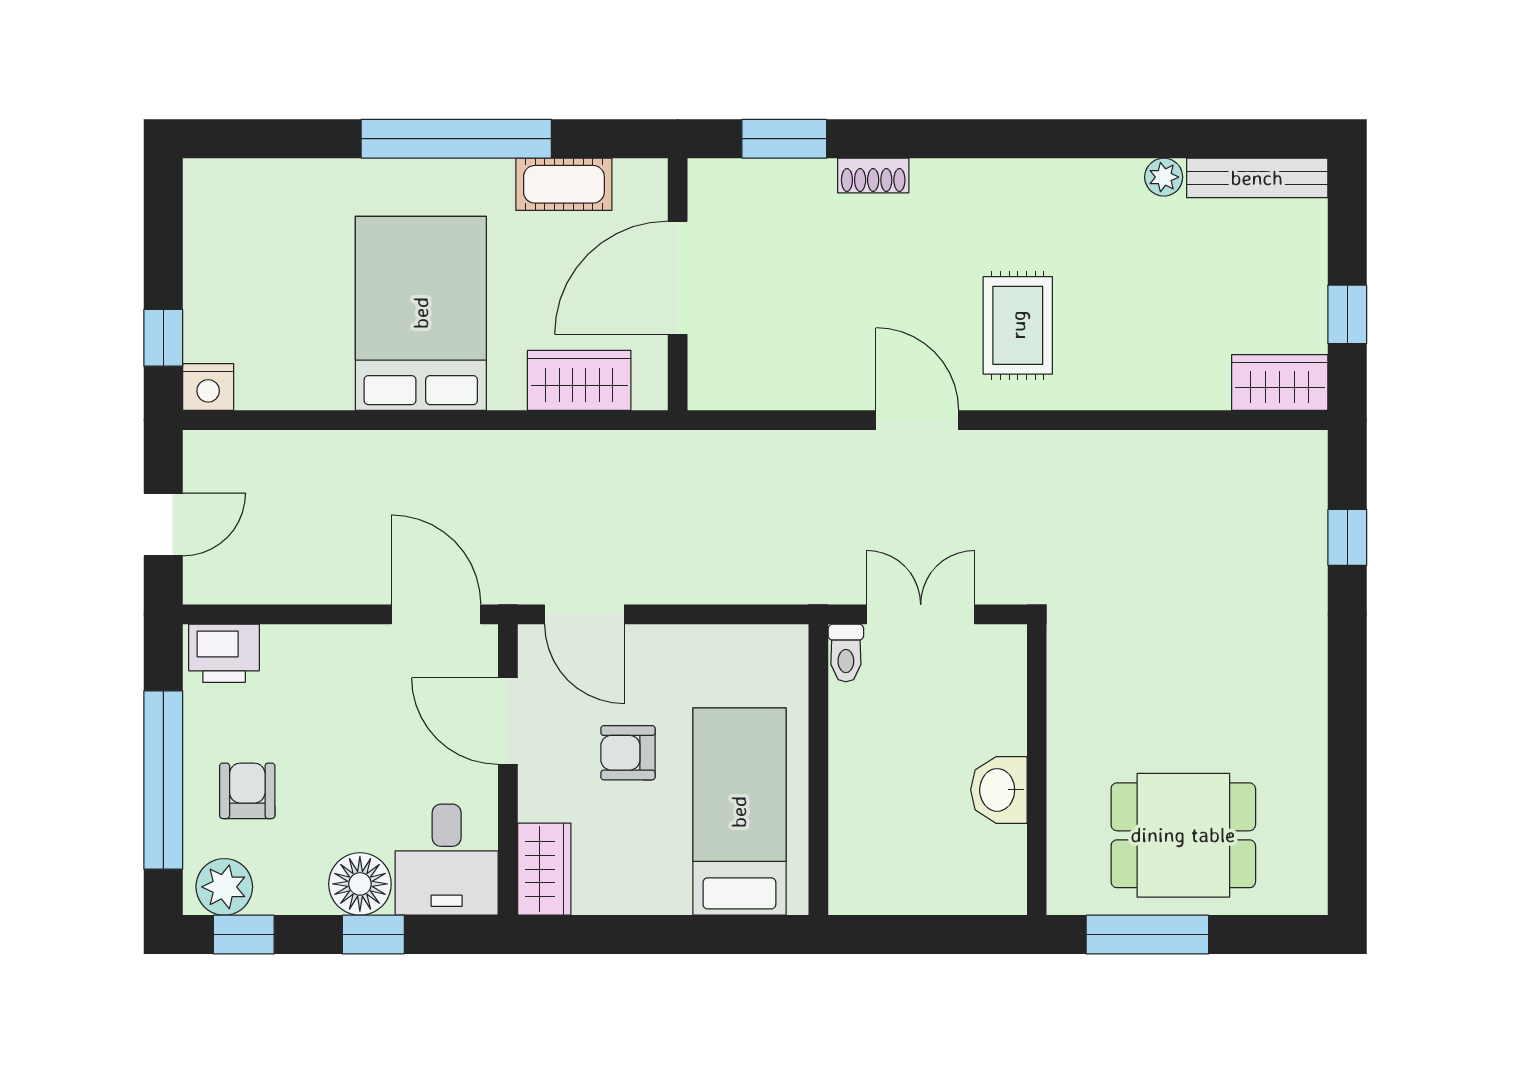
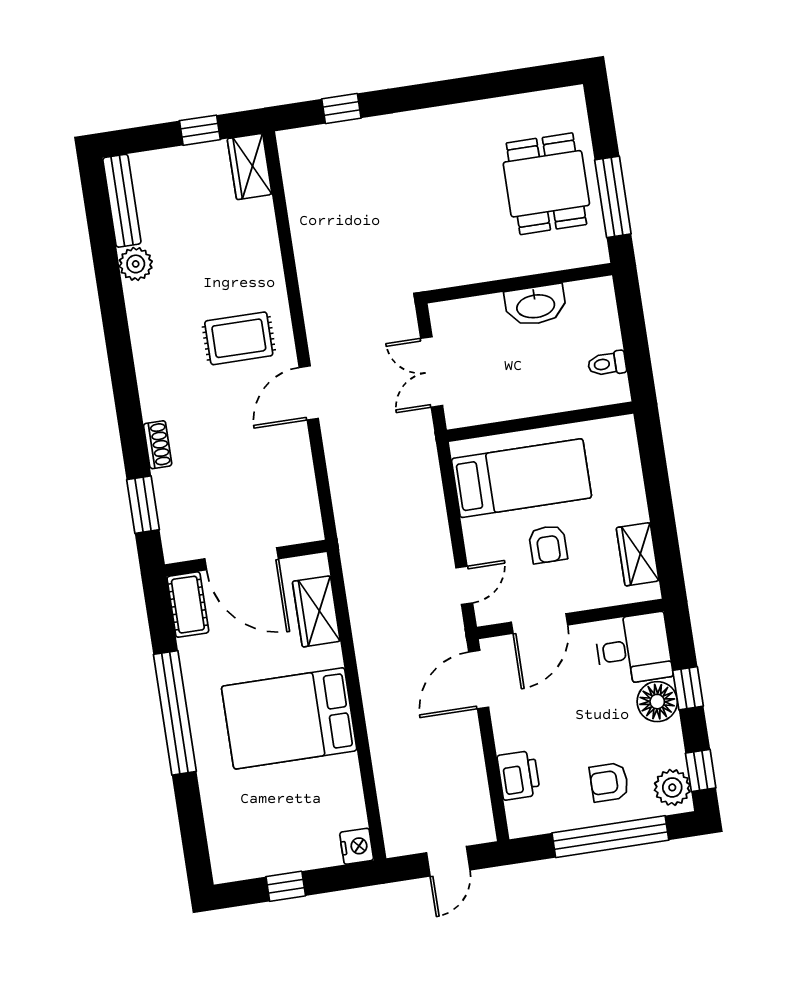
plant: (1164, 177) -> (136, 264), width x1.38, depth x1.38
cot: (564, 184) -> (188, 605), moved
window: (163, 338) -> (286, 886), moved
door: (163, 525) -> (448, 861), swing flipped
door: (584, 614) -> (464, 585), width x0.73
printer: (224, 653) -> (519, 775), moved
toilet: (846, 653) -> (607, 364), moved, turned 180
washbasin: (999, 790) -> (536, 305), width x1.38
bed: (739, 812) -> (522, 478), moved, turned 180
wardrobe: (544, 869) -> (638, 554), moved, turned -90

